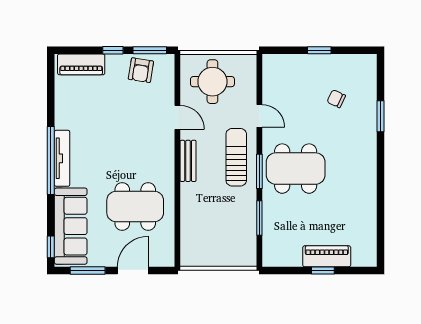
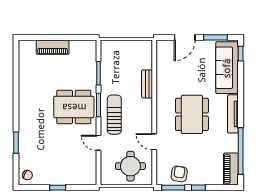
piano: (81, 64) -> (231, 169), moved, turned -90
chair: (336, 99) -> (27, 175), moved
sun lounger: (236, 157) -> (114, 115), turned 180
window: (51, 160) -> (241, 151), moved
bench: (188, 161) -> (147, 84), moved
dining table: (135, 207) -> (192, 114), moved, turned 90
window: (323, 271) -> (55, 37), removed

